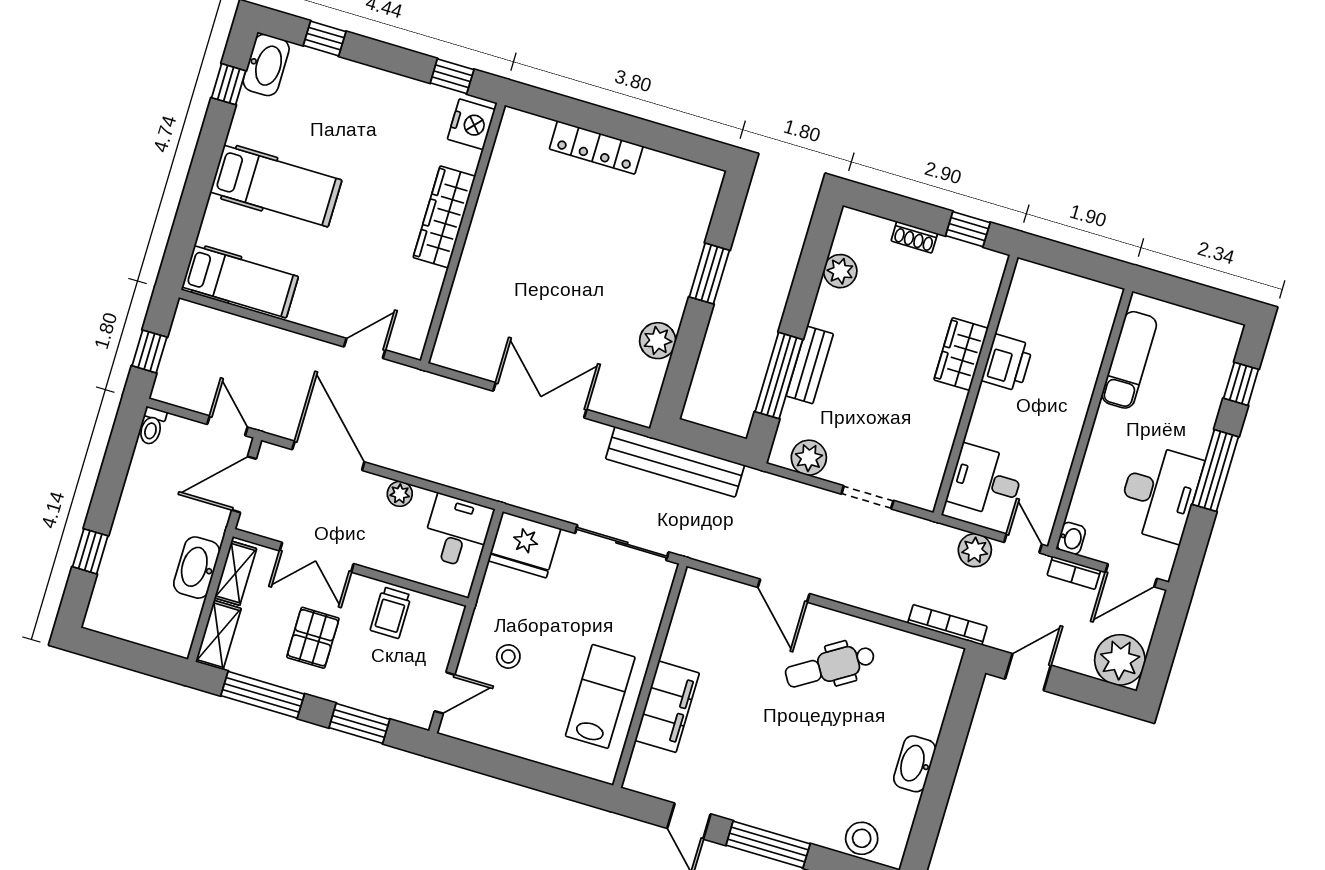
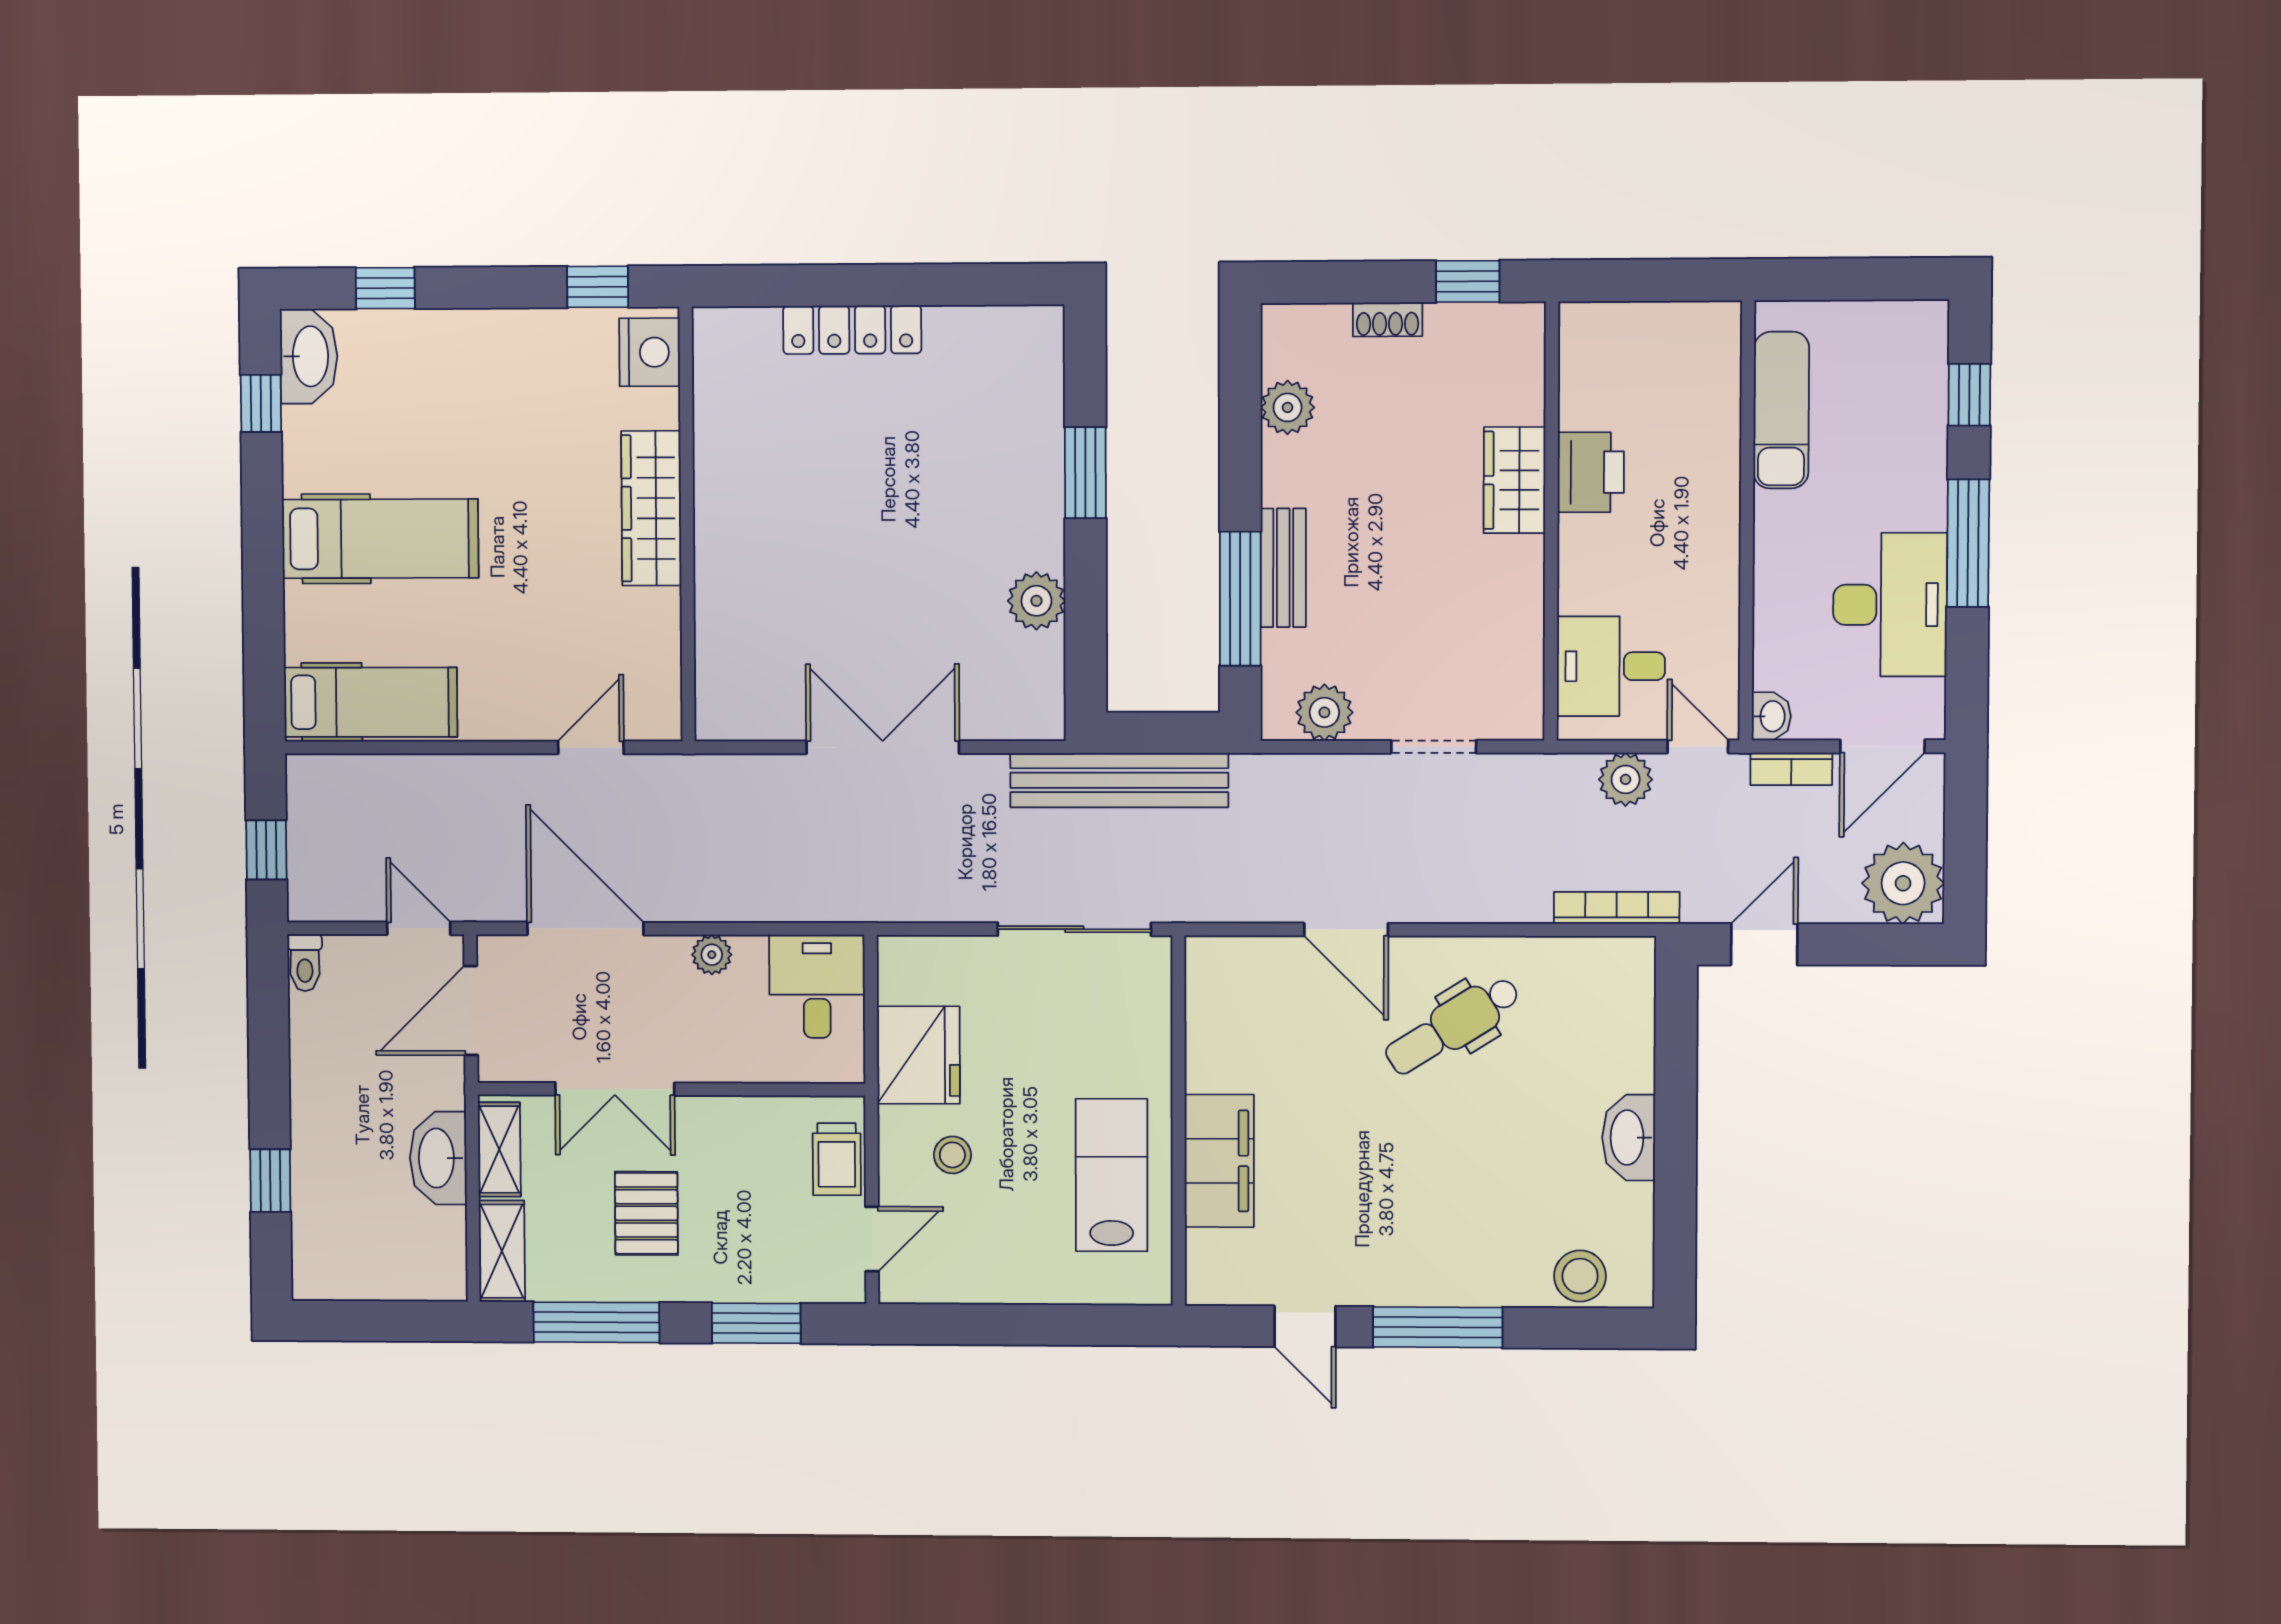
fridge: (524, 545) -> (918, 1055), moved, turned -90
trolley: (391, 613) -> (837, 1159), moved

